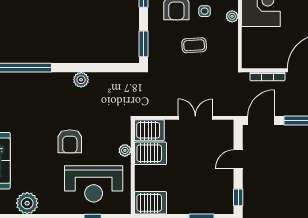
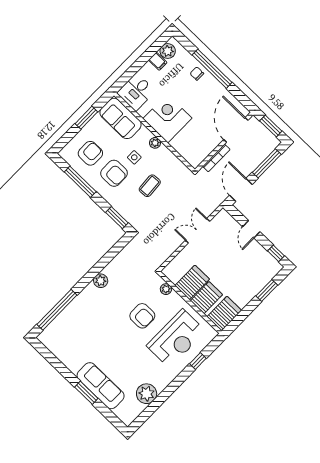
server rack: (149, 130) -> (206, 298), moved
armchair: (70, 141) -> (142, 316), moved
plant: (125, 150) -> (166, 289), moved

